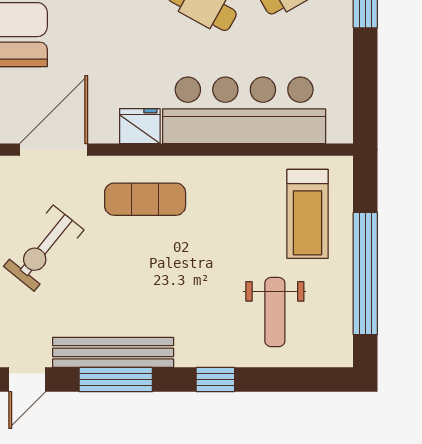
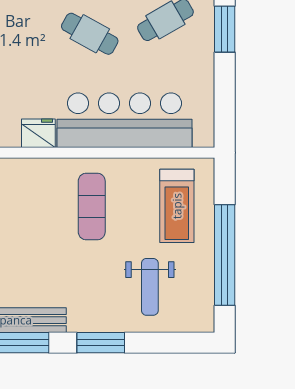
exercise mat: (145, 199) -> (92, 206), moved, turned 90
window: (215, 380) -> (101, 343), width x1.50

